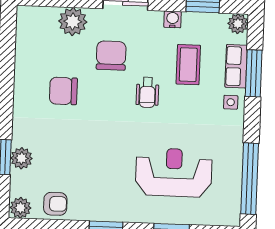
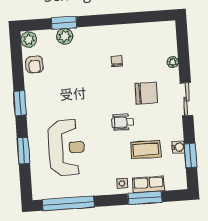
water cooler: (173, 19) -> (178, 147), moved
plant: (73, 22) -> (173, 62), width x0.53, depth x0.53
plant: (238, 24) -> (179, 182), removed
chair: (63, 91) -> (117, 61), width x0.54, depth x0.54

